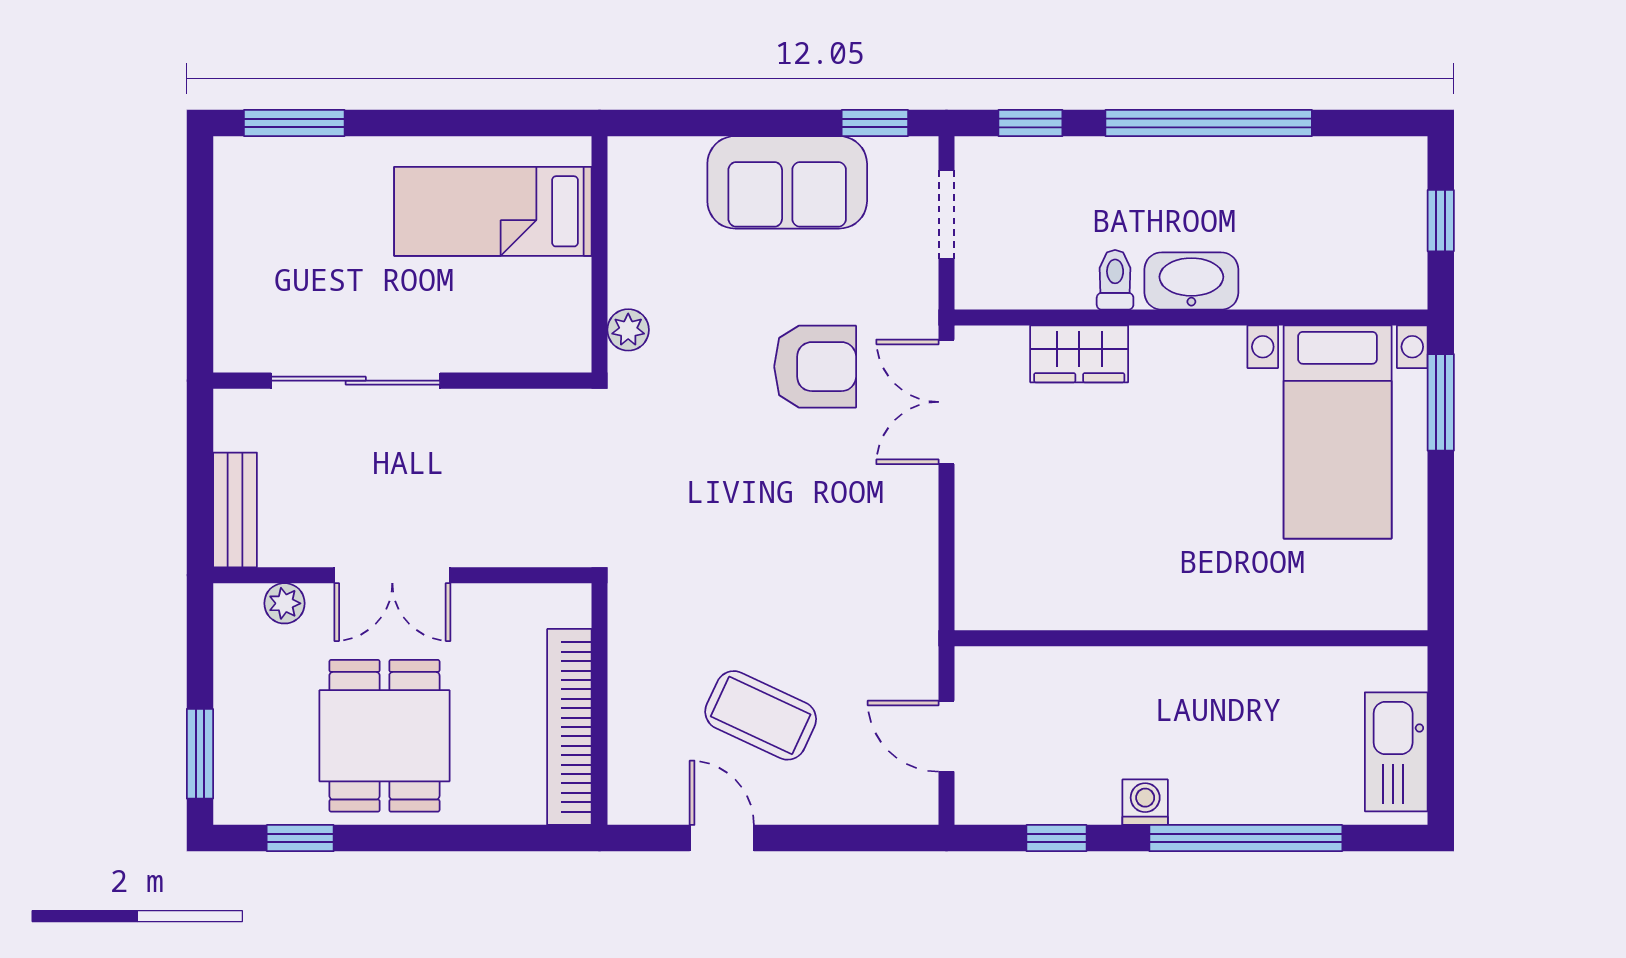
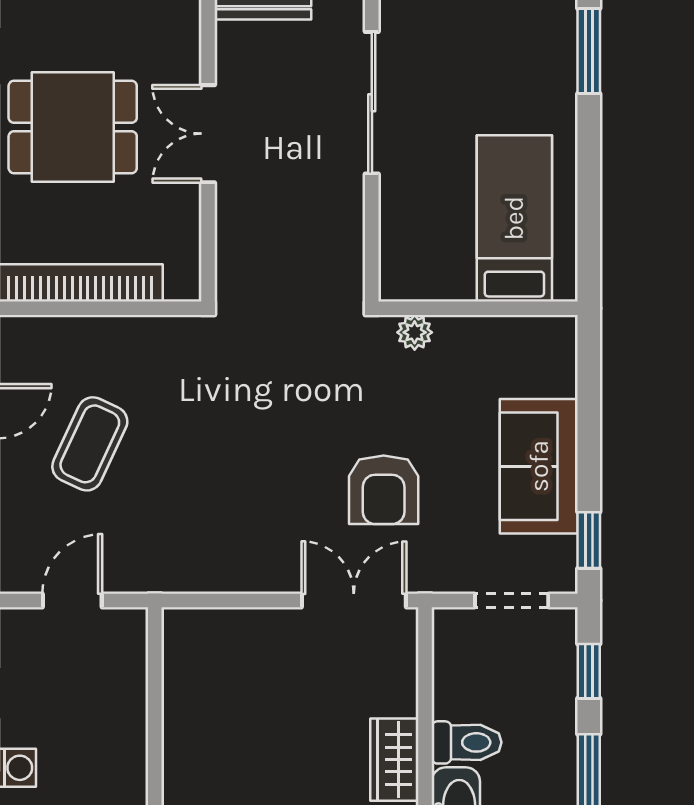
toilet: (1115, 280) -> (466, 742), width x1.37, depth x1.39
wardrobe: (1079, 354) -> (394, 760), moved
plant: (284, 603) -> (184, 43), removed

